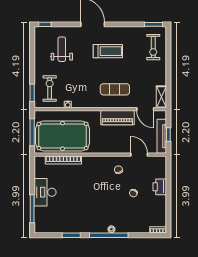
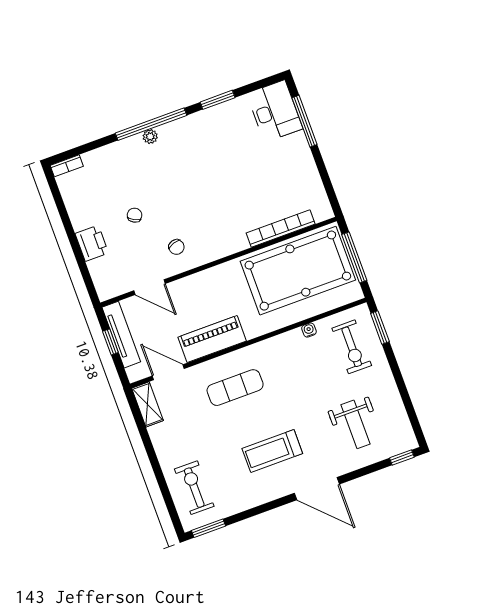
desk: (45, 192) -> (275, 111), moved

